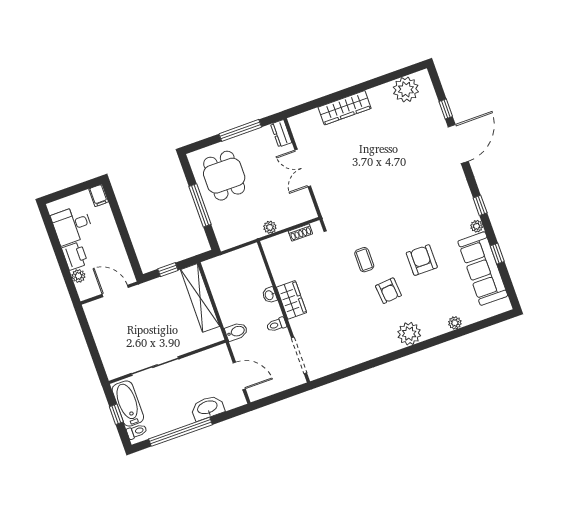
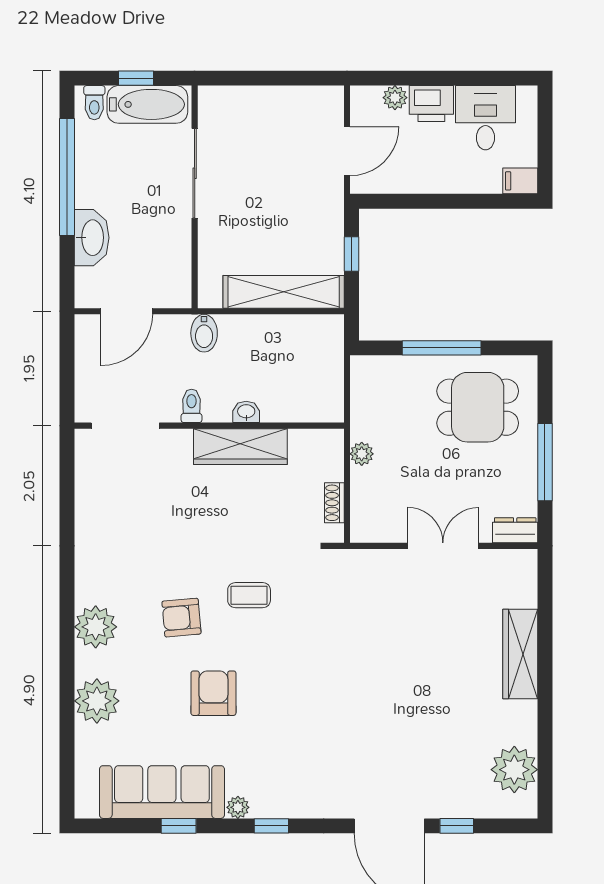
armchair: (422, 260) -> (213, 693), turned -90
wardrobe: (291, 300) -> (240, 447), width x1.50
plant: (455, 323) -> (97, 701), width x1.87, depth x1.87

